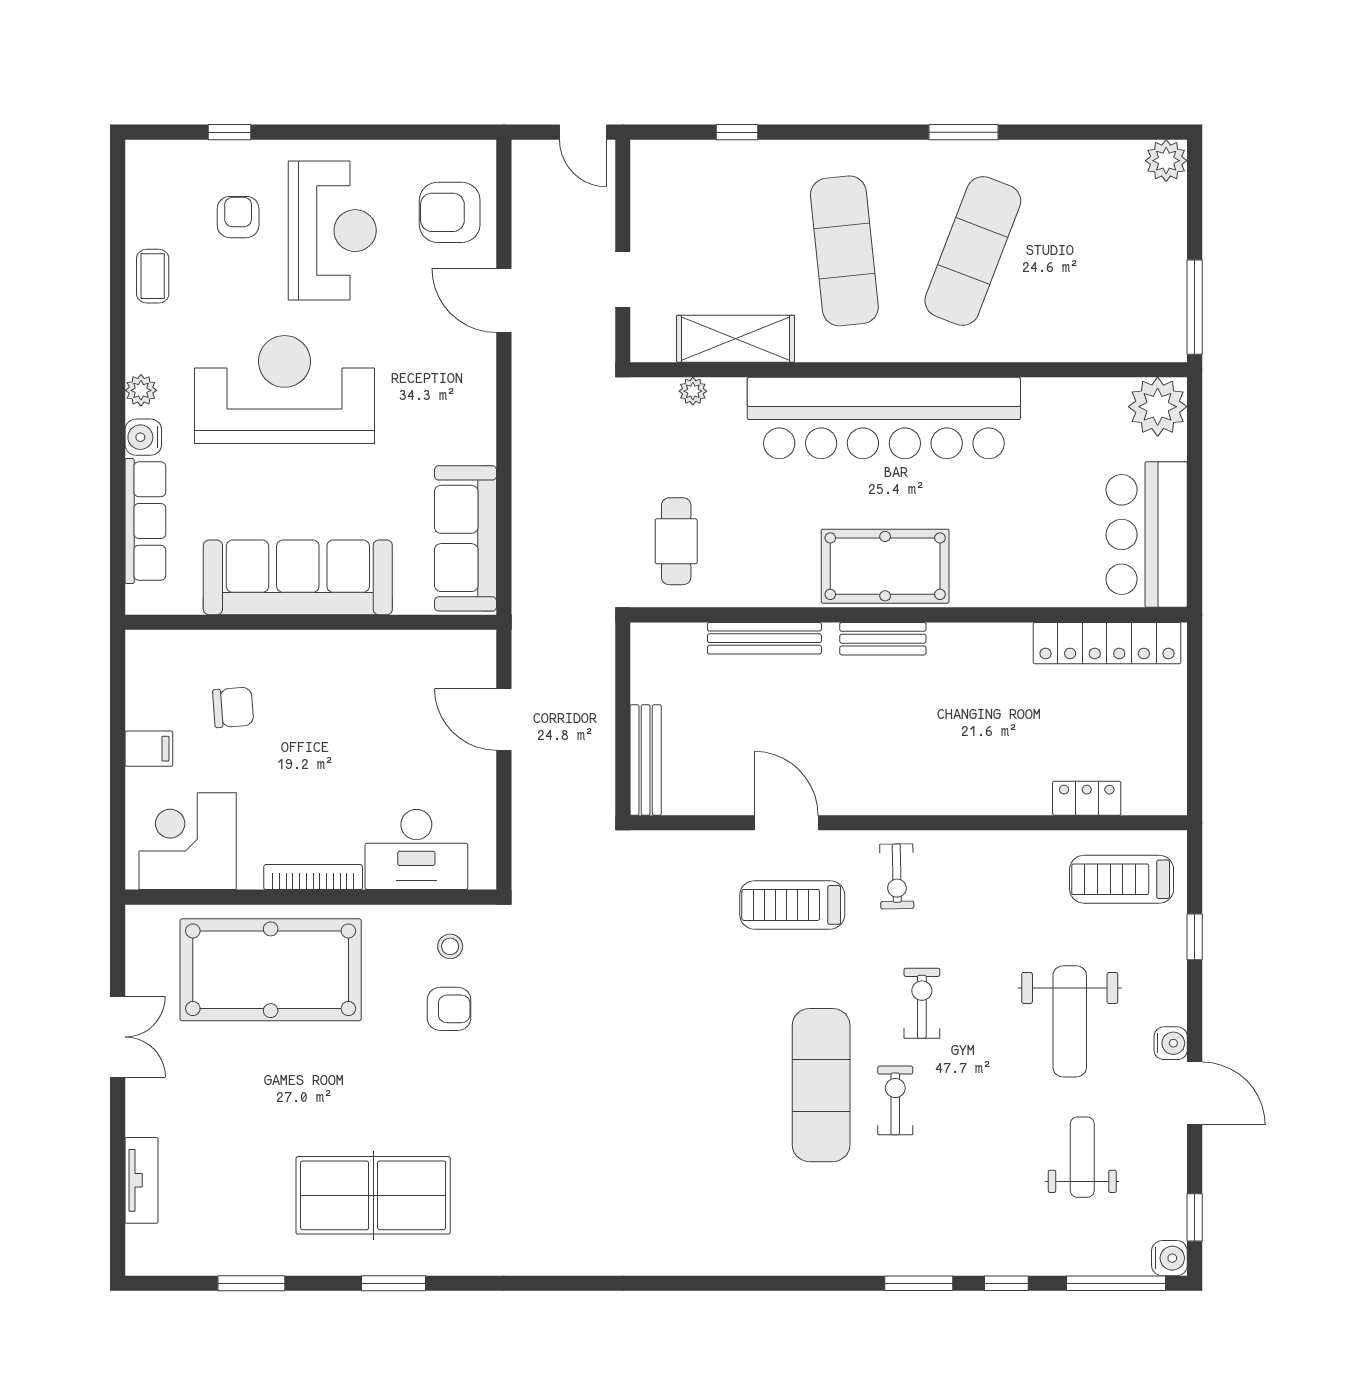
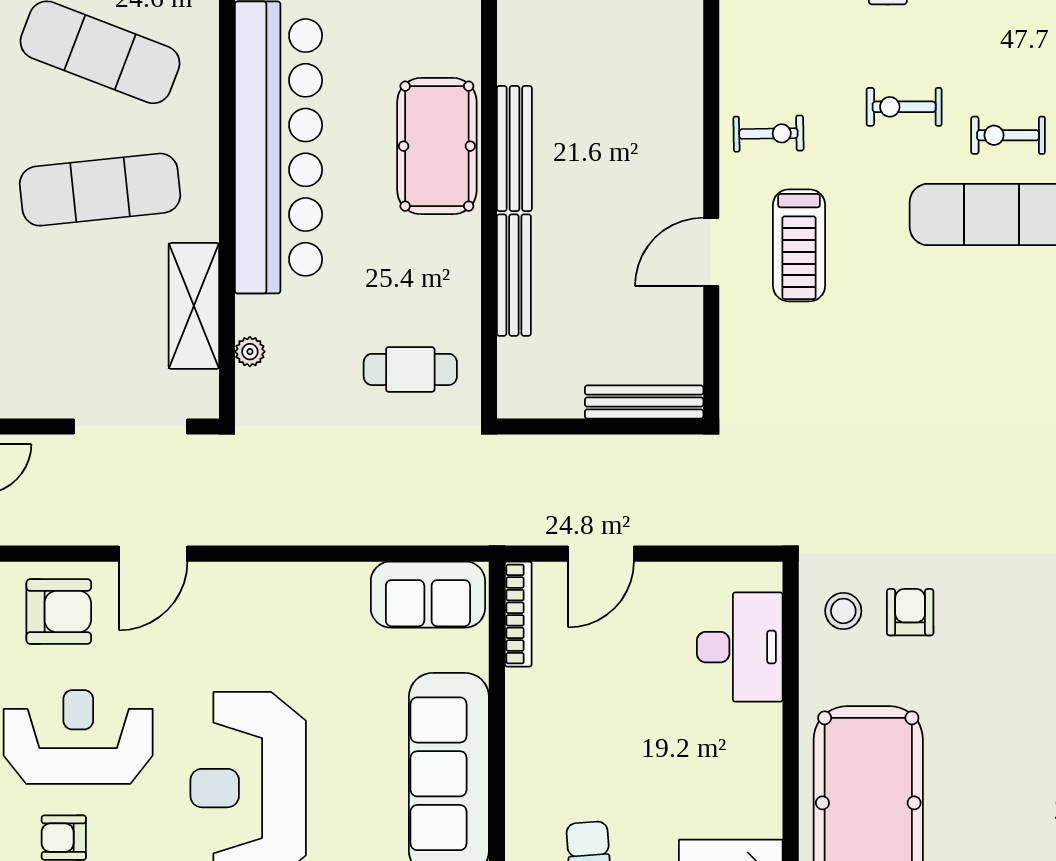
armchair: (450, 212) -> (59, 611), turned -90
doorway: (623, 279) -> (130, 427), width x1.88
sofa: (466, 538) -> (428, 595), width x0.73
bench: (883, 639) -> (514, 149), width x1.36
bookcase: (313, 877) -> (518, 614), moved, turned 180
stool: (450, 946) -> (843, 611), width x1.37, depth x1.37

